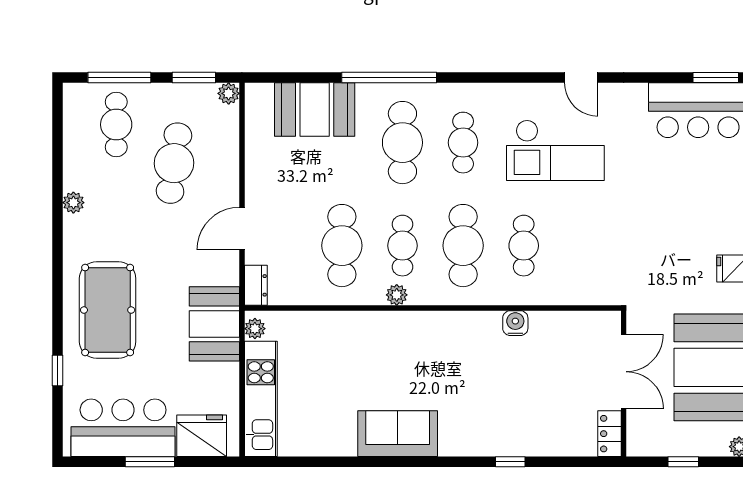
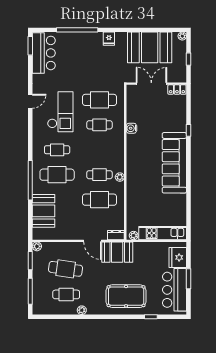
cafe table: (116, 125) -> (66, 294), moved
cafe table: (463, 246) -> (99, 100), moved
booth: (214, 324) -> (117, 252), moved
sofa: (398, 434) -> (174, 163), width x1.85, depth x1.27

